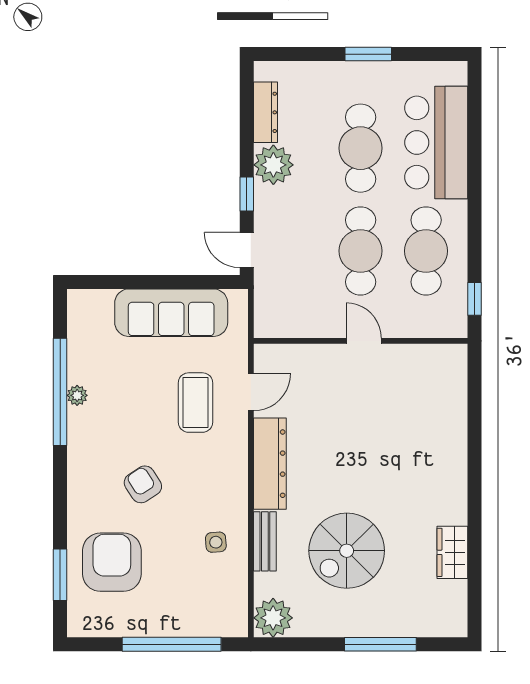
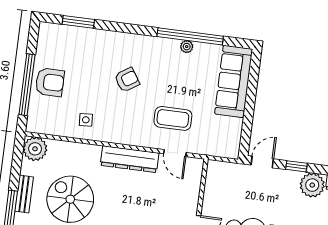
sofa: (171, 313) -> (234, 81), moved
bench: (265, 541) -> (24, 194), moved, turned 90
armchair: (112, 562) -> (50, 82), moved, width x0.73, depth x0.73

